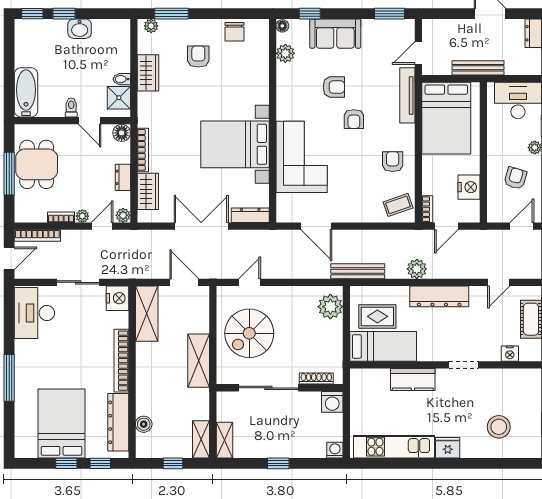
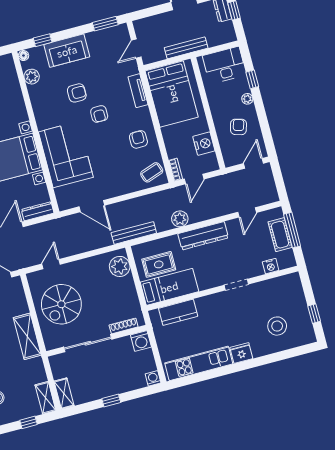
tv unit: (407, 95) -> (138, 91), width x0.71
kitchen counter: (413, 379) -> (178, 312), moved

